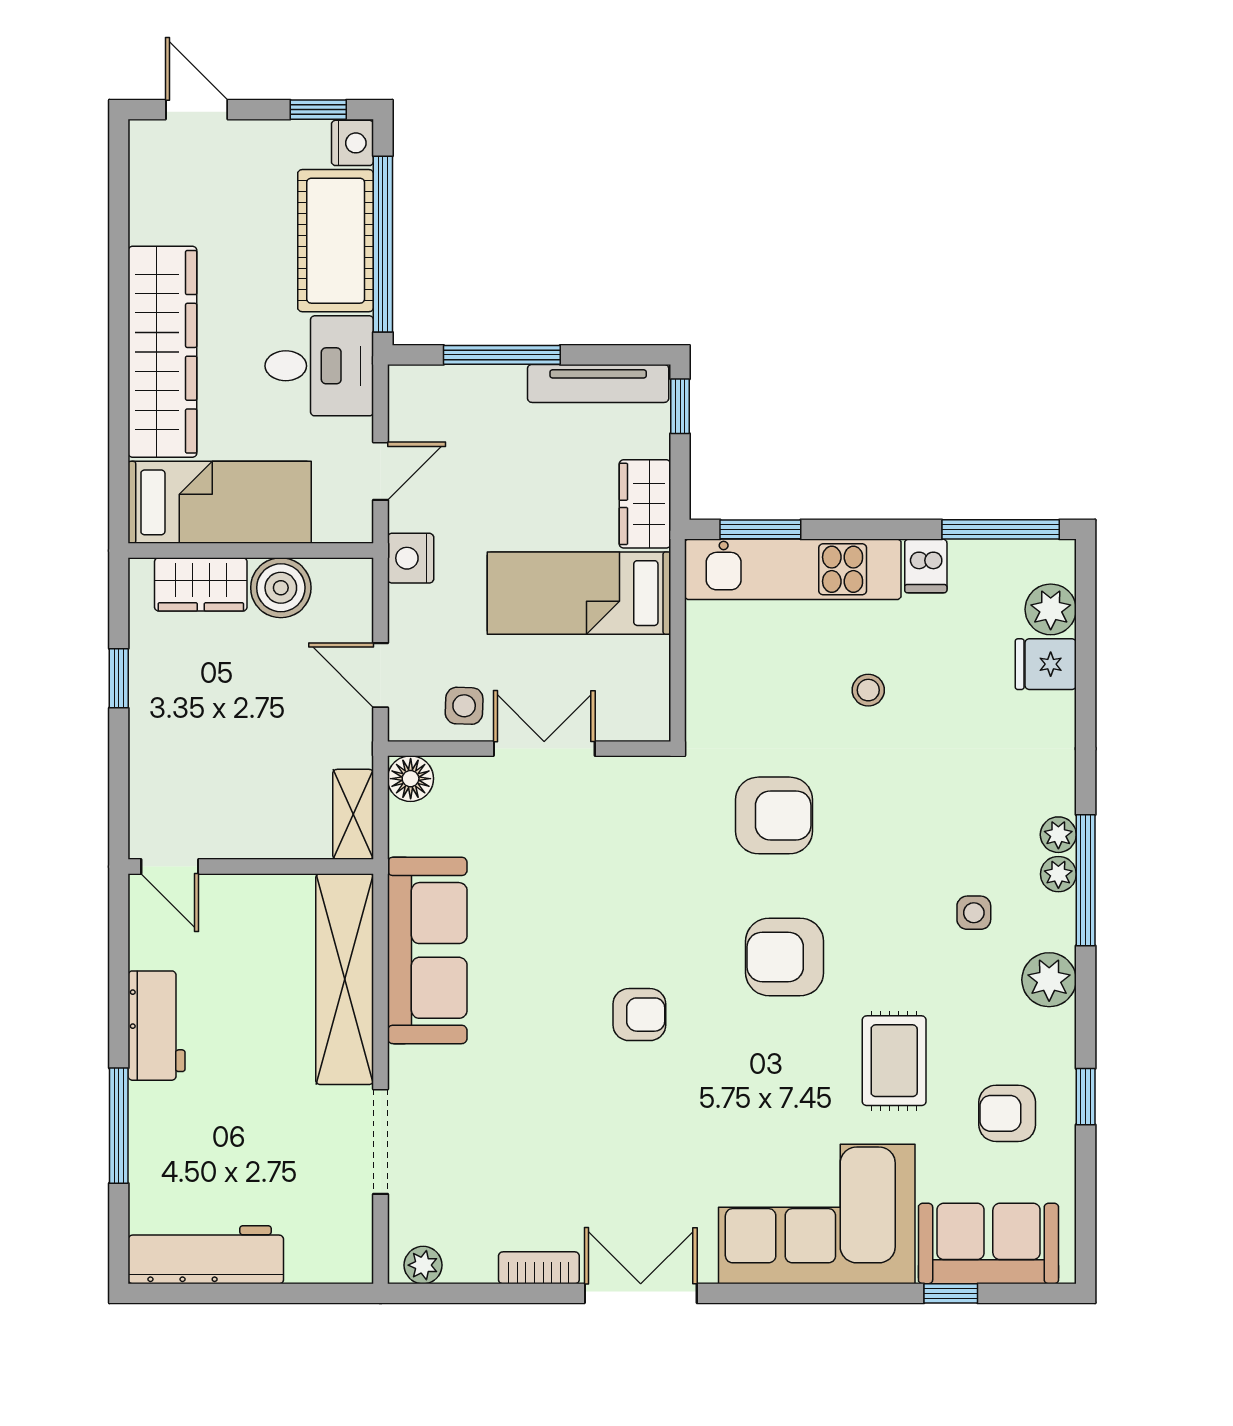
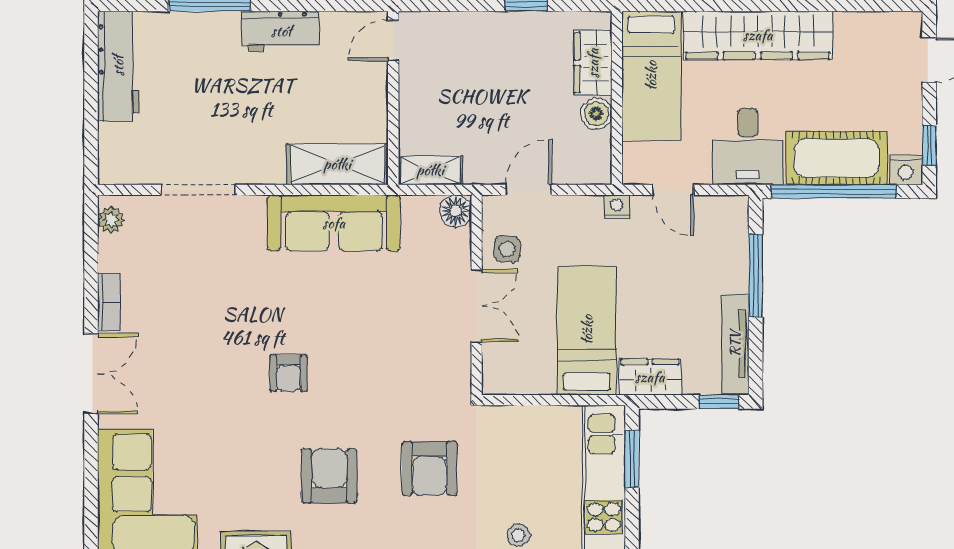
nightstand: (411, 558) -> (617, 207), width x0.72, depth x0.74
boiler: (281, 588) -> (596, 114), width x0.73, depth x0.73
shelving: (345, 979) -> (337, 164), width x0.68

